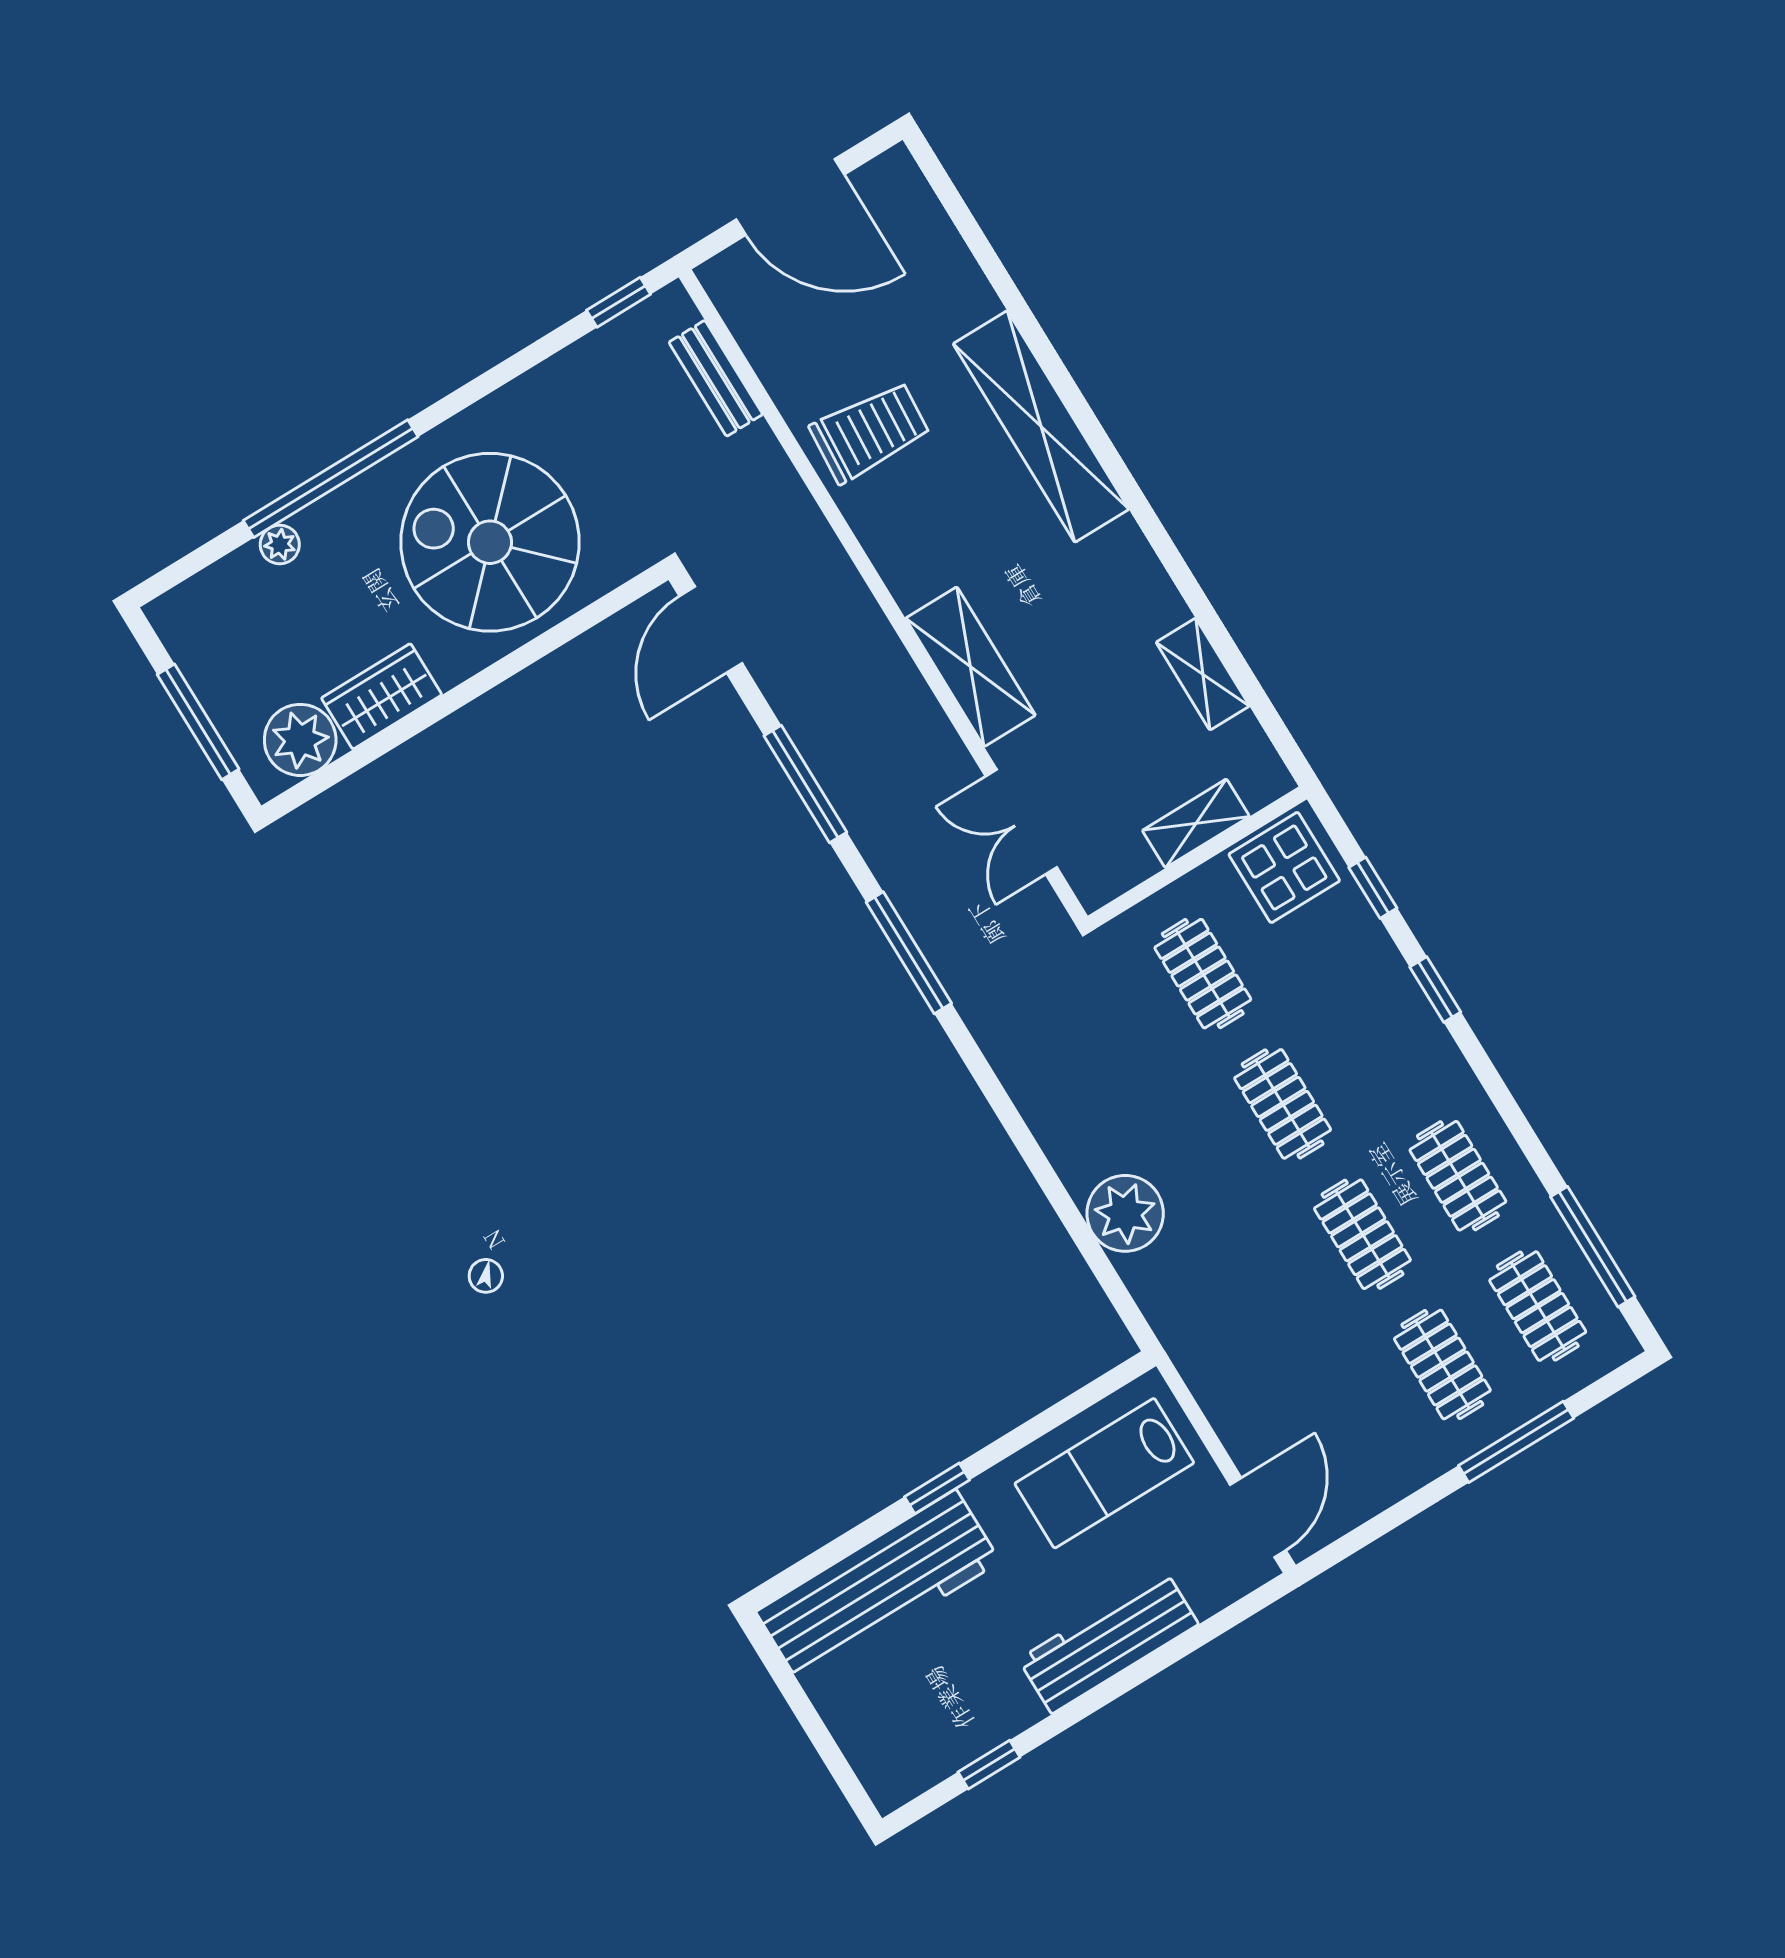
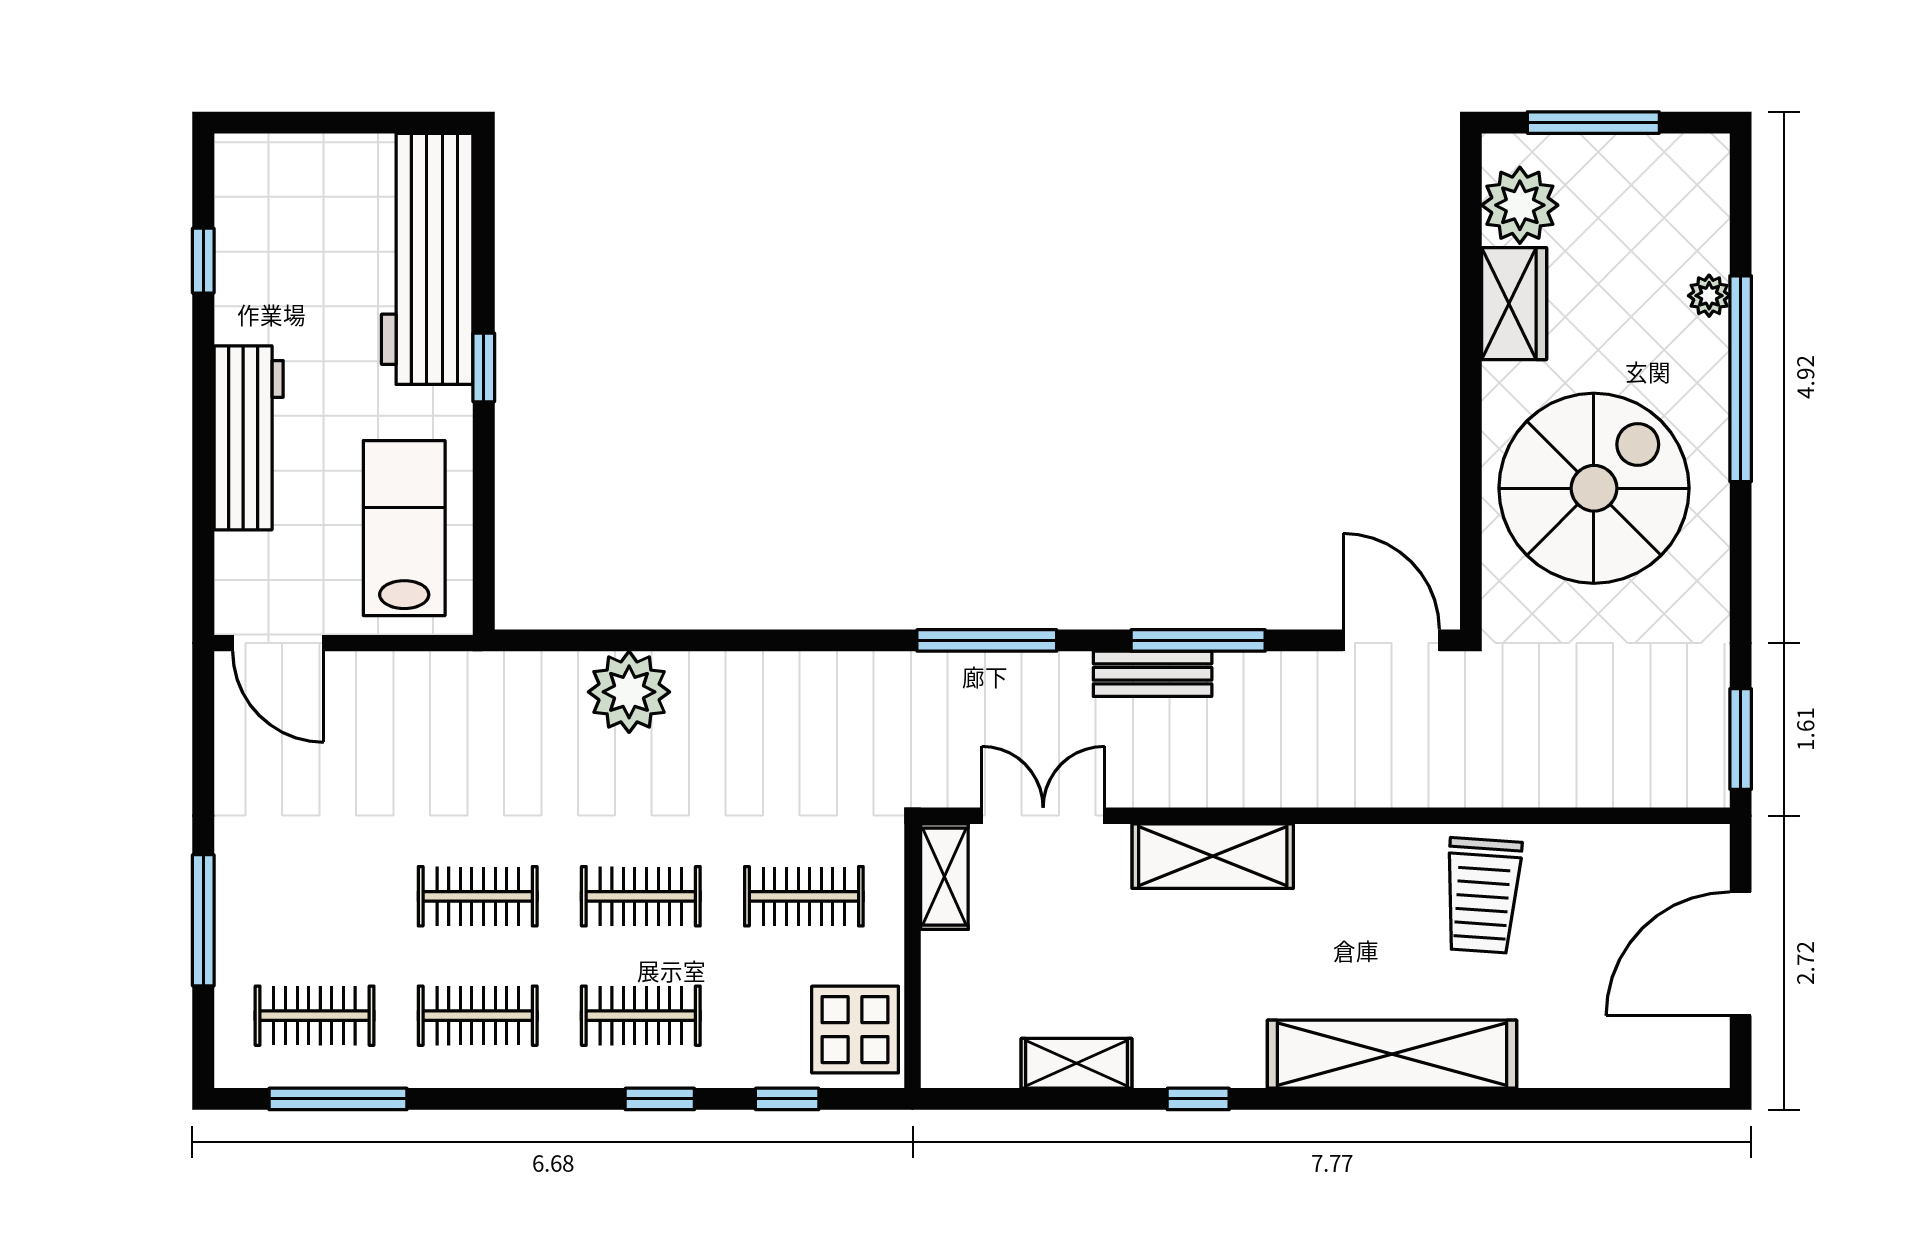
window: (619, 302) -> (1741, 739), width x1.50
bench: (716, 378) -> (1153, 674), moved
window: (1172, 559) -> (1198, 1099), added
shelving: (1196, 823) -> (944, 877), moved
clothes rail: (1442, 1365) -> (641, 1016), moved

